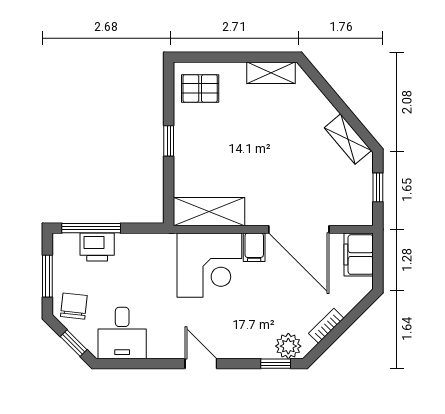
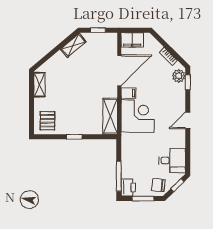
printer: (97, 247) -> (128, 187), moved

